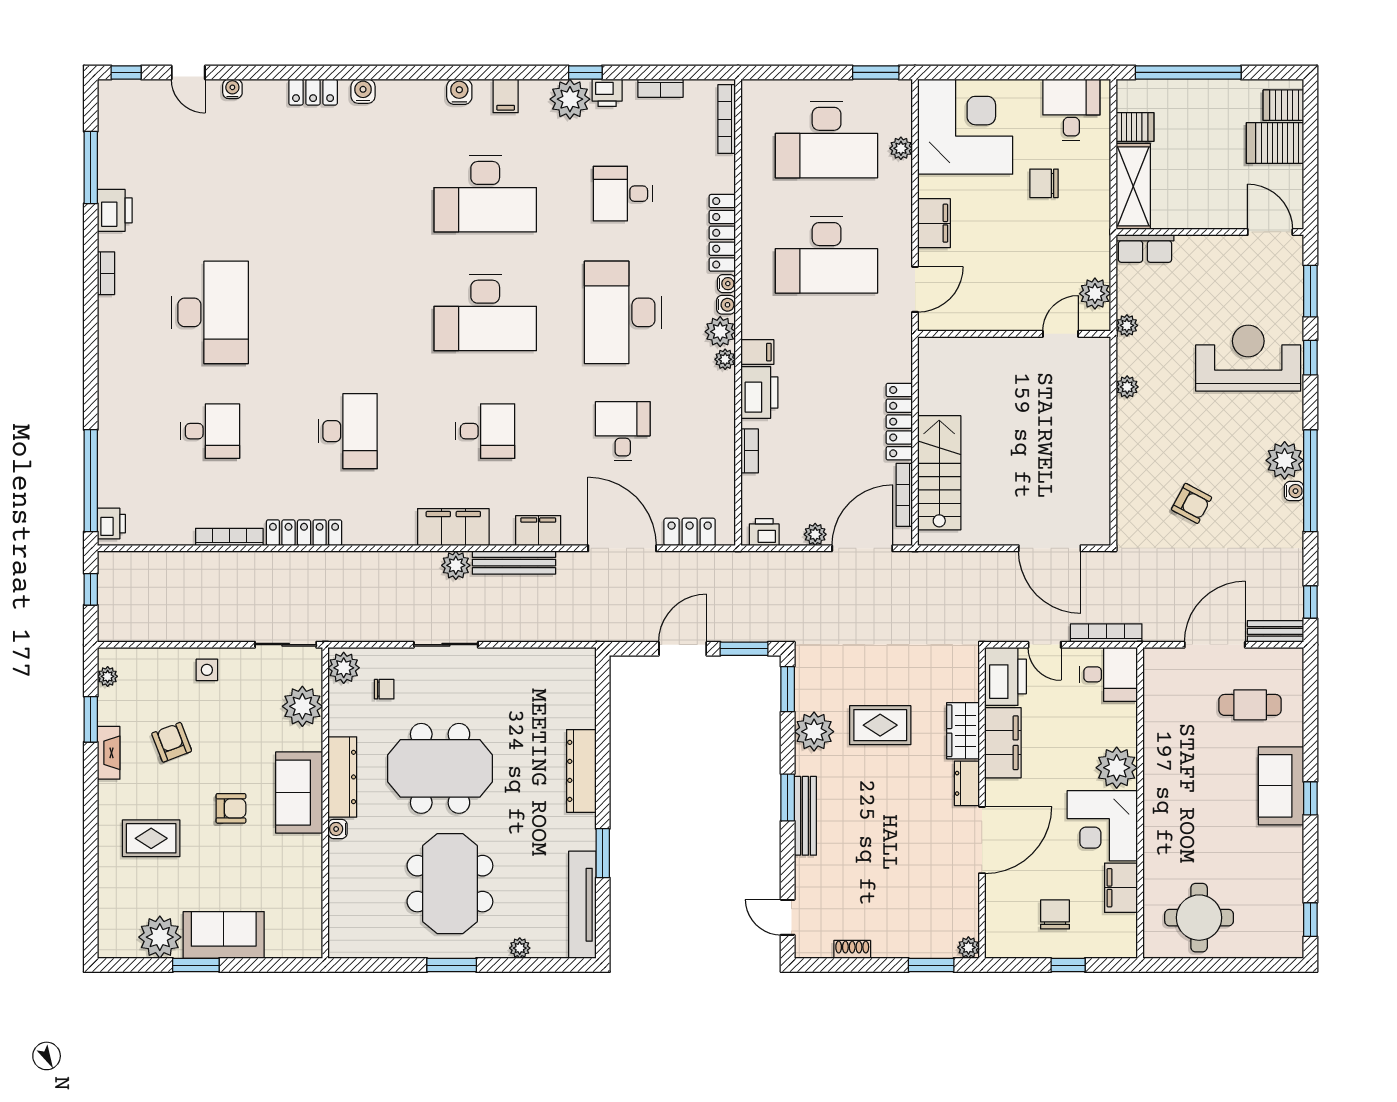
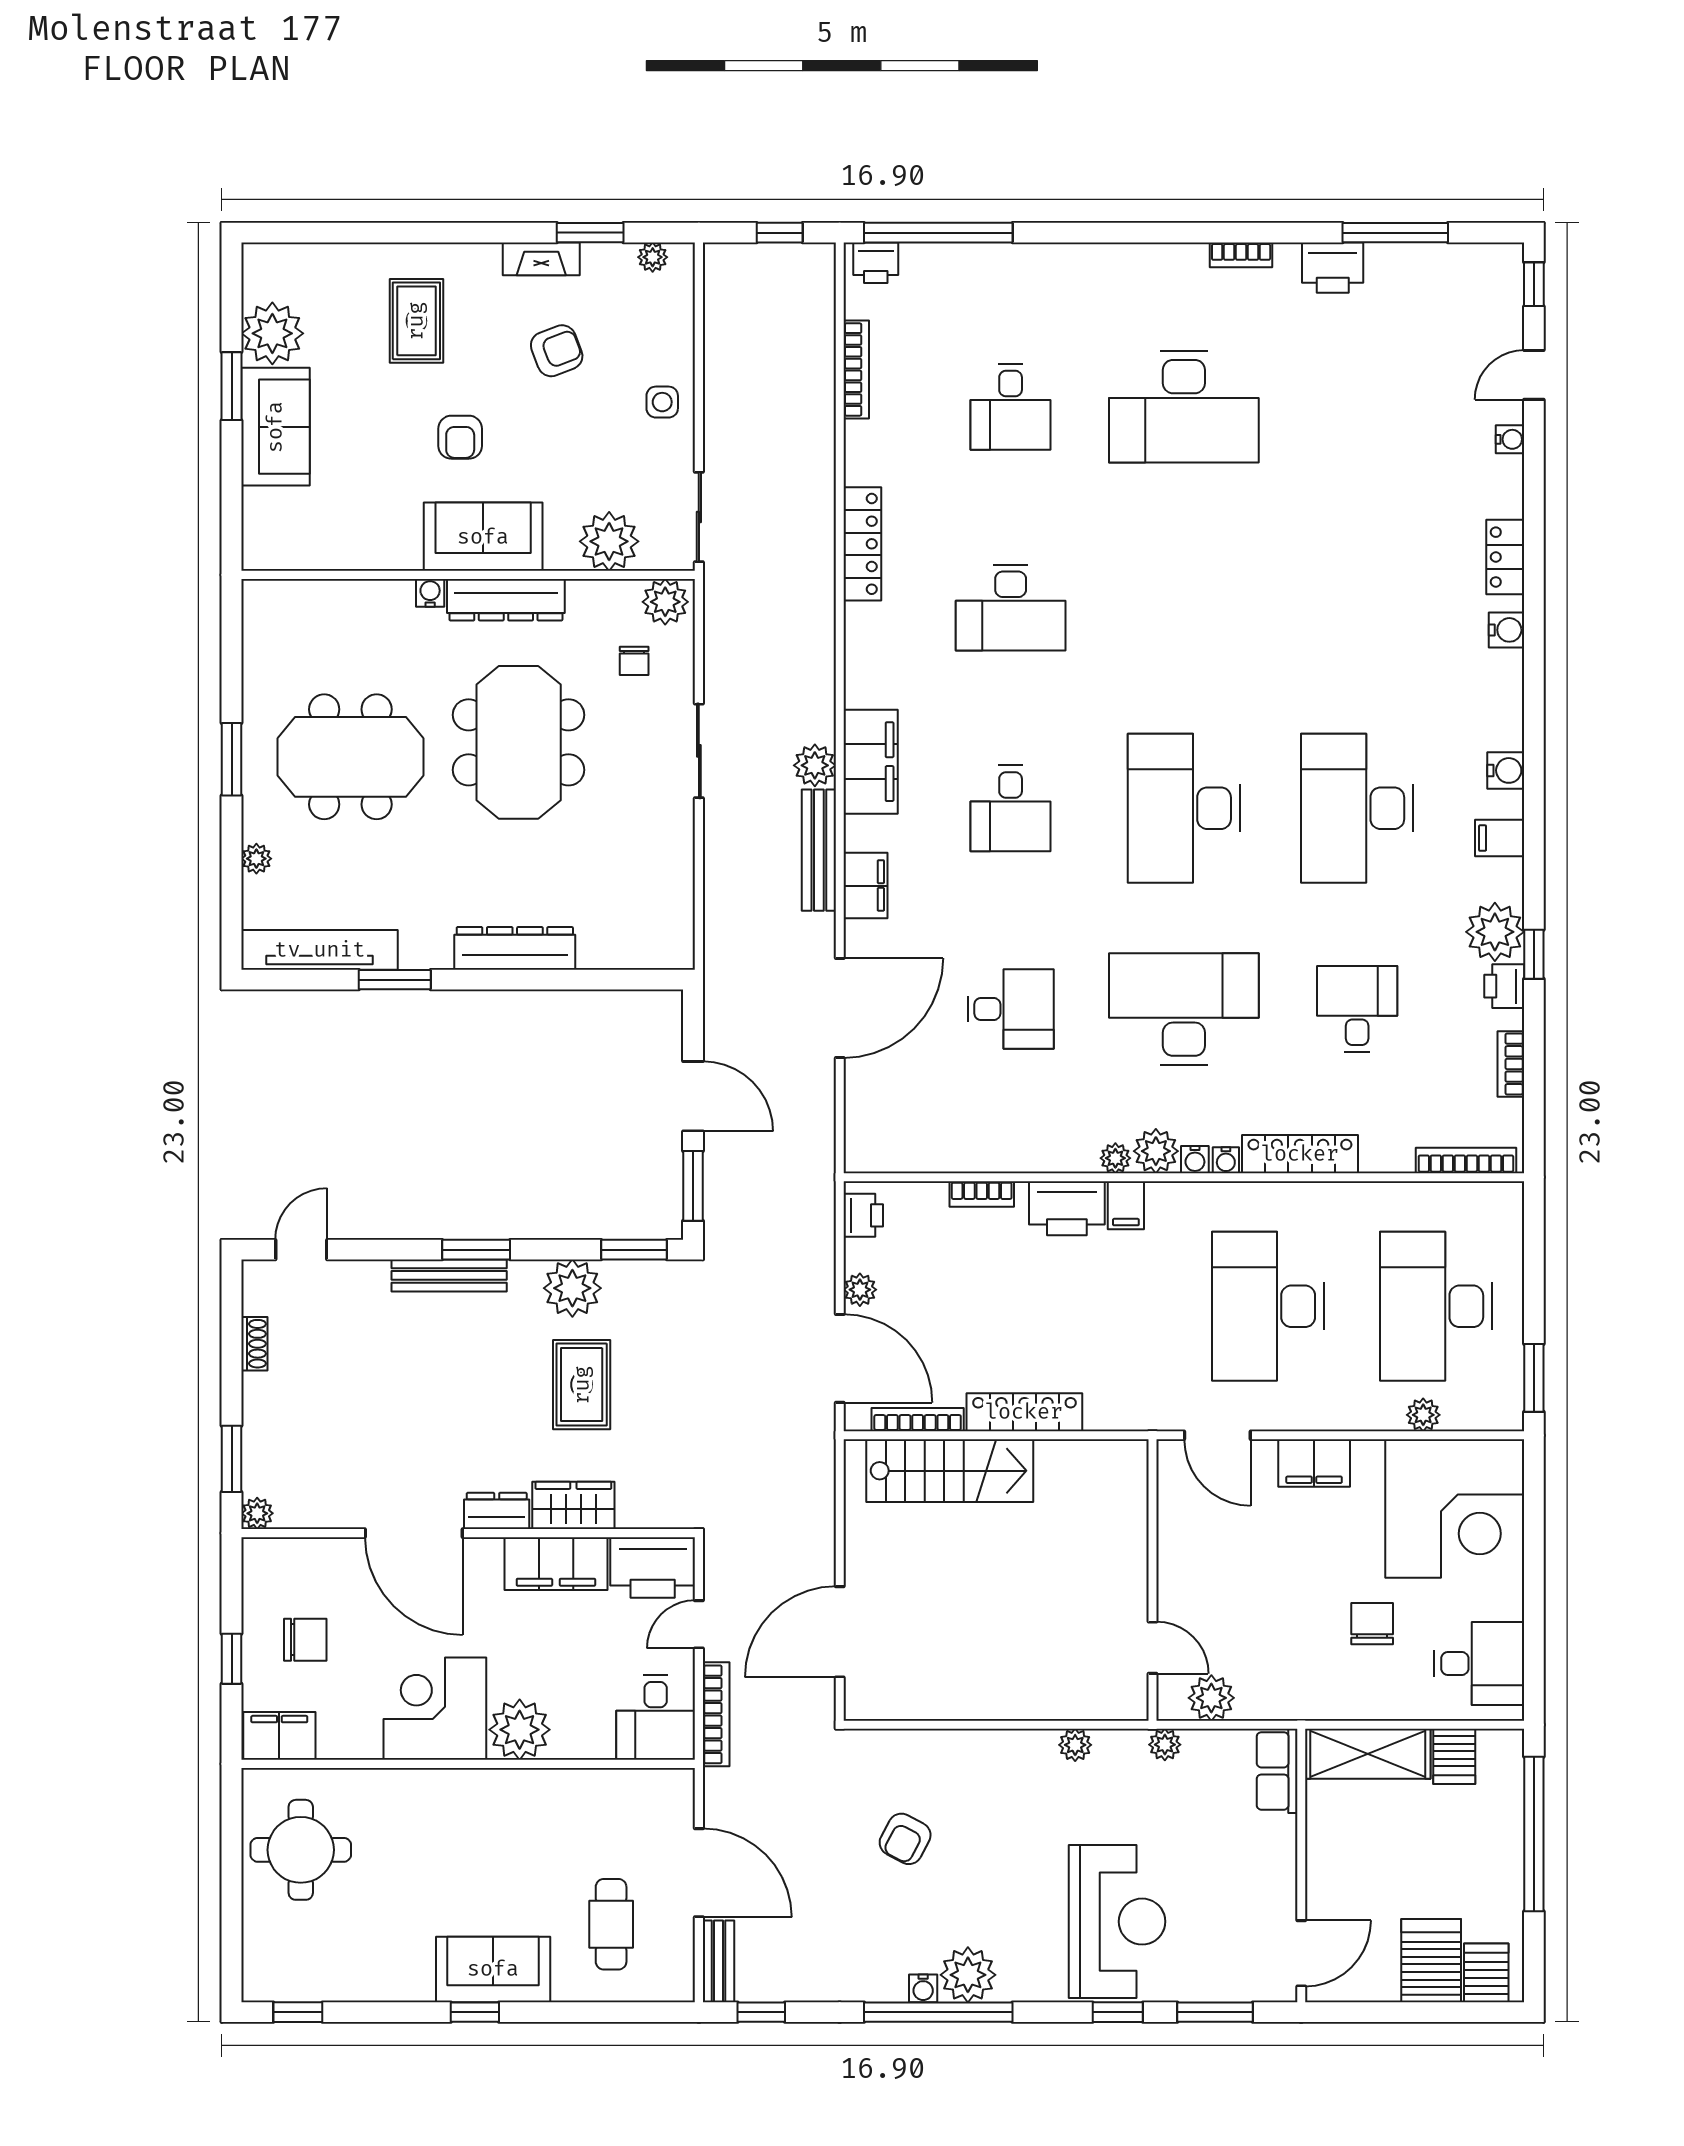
locker: (690, 532) -> (864, 1106), removed
bookcase: (229, 537) -> (856, 370), moved
filing cabinet: (1121, 888) -> (279, 1736), moved

